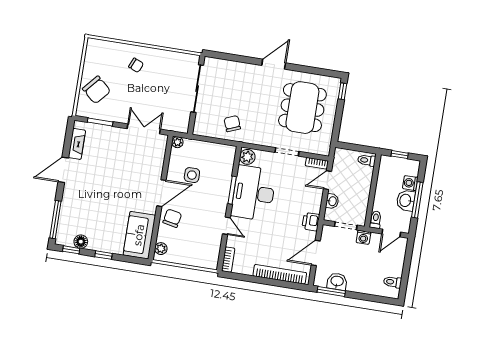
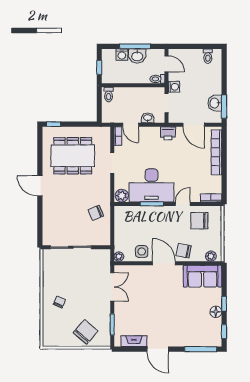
double door: (144, 129) -> (112, 287), swing flipped
side table: (192, 175) -> (142, 252), moved
floor lamp: (81, 242) -> (216, 312), moved
chair: (204, 242) -> (199, 221), added

